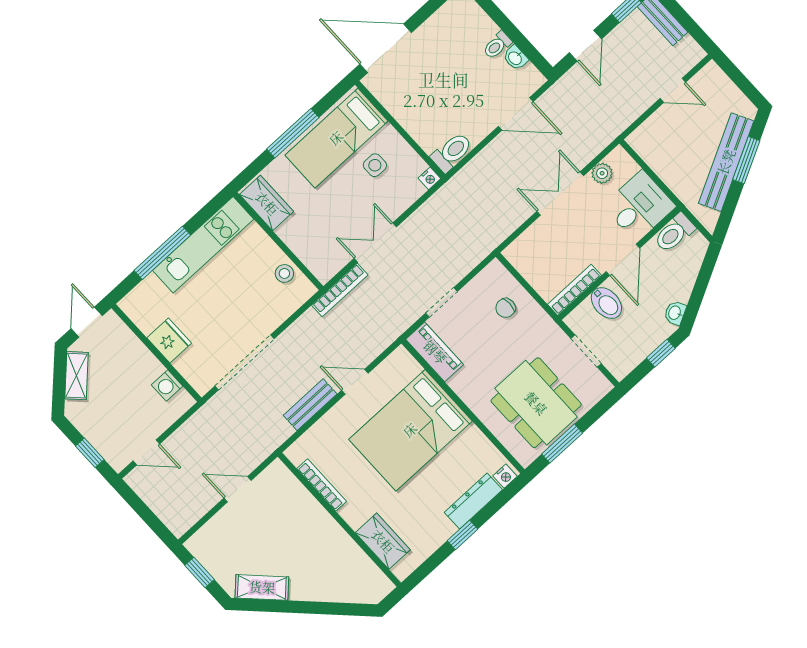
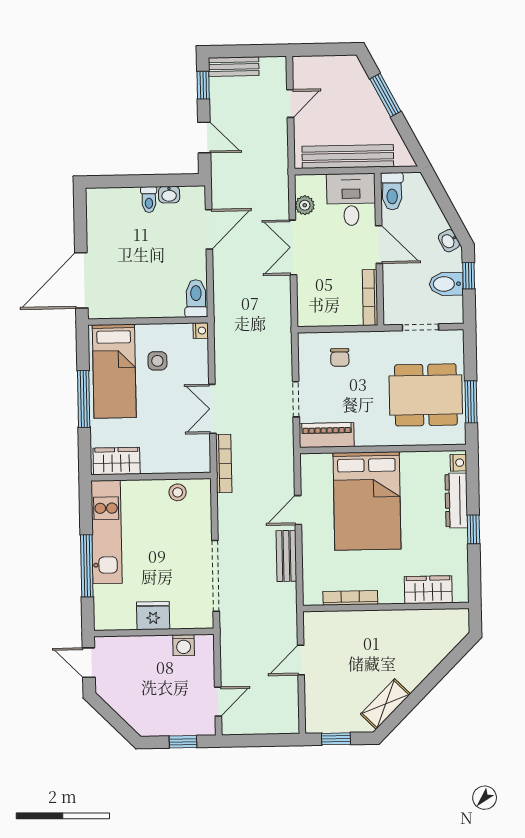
bench: (726, 162) -> (348, 157), moved, turned -62
bidet: (606, 303) -> (446, 284), moved, turned 180
shelving: (76, 376) -> (120, 703), removed

